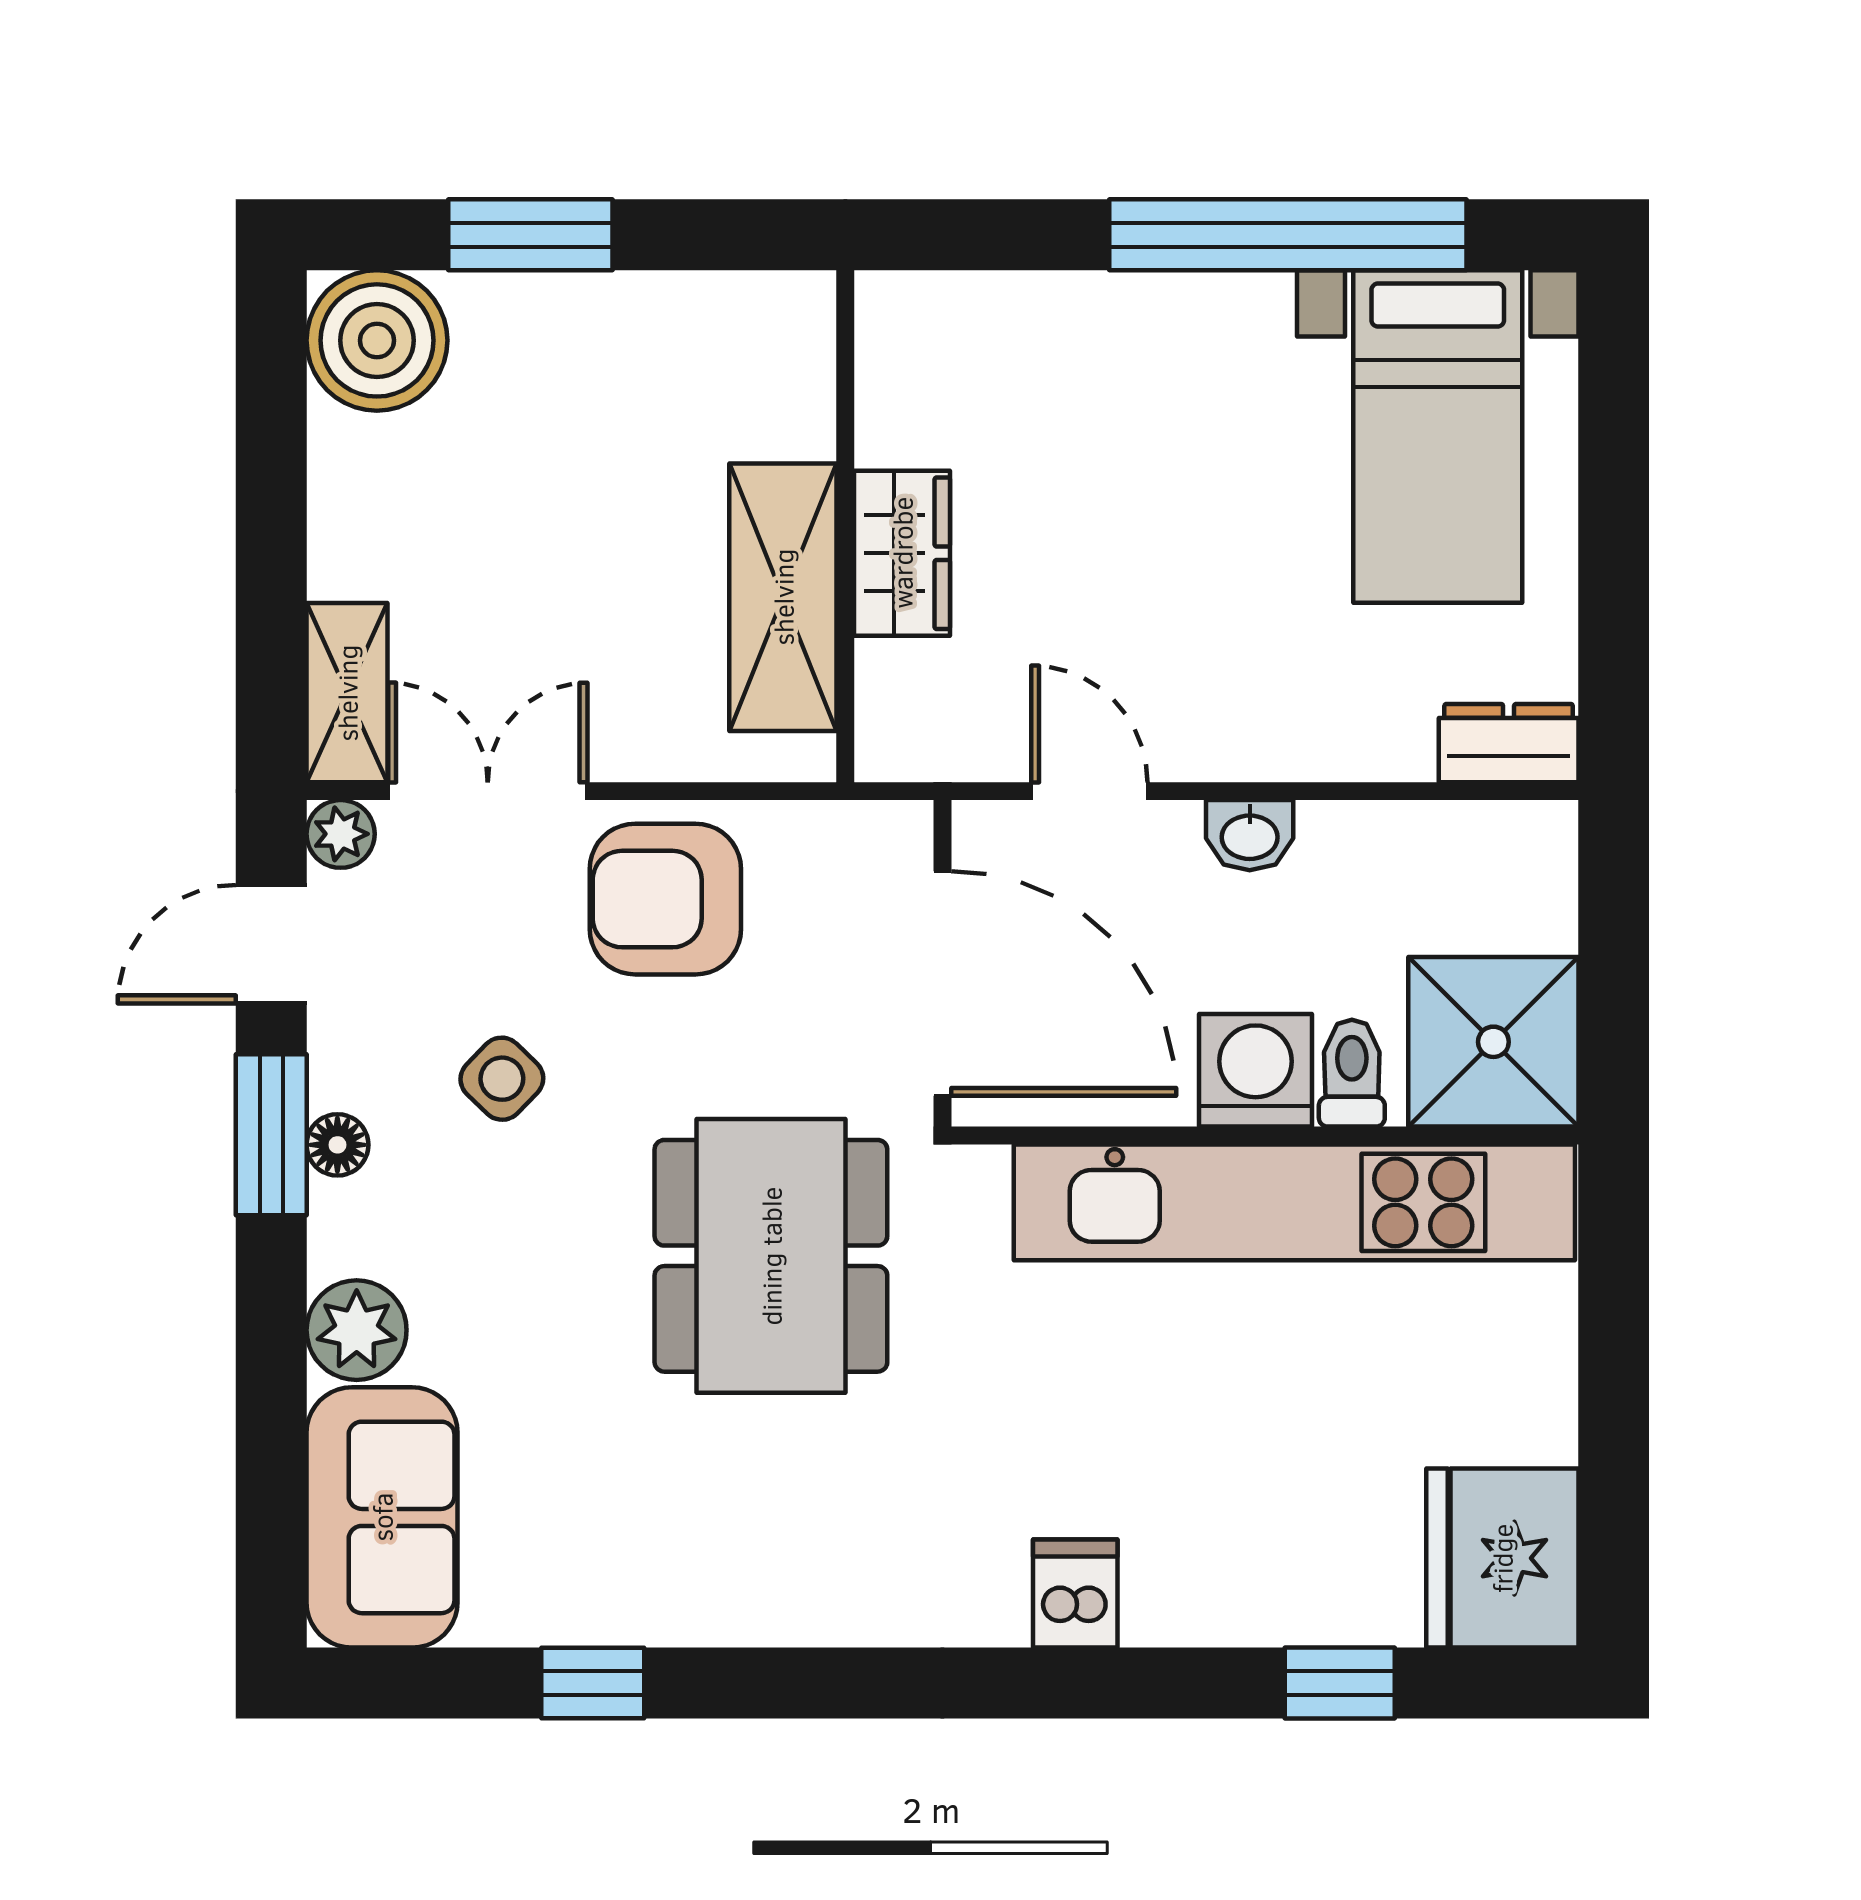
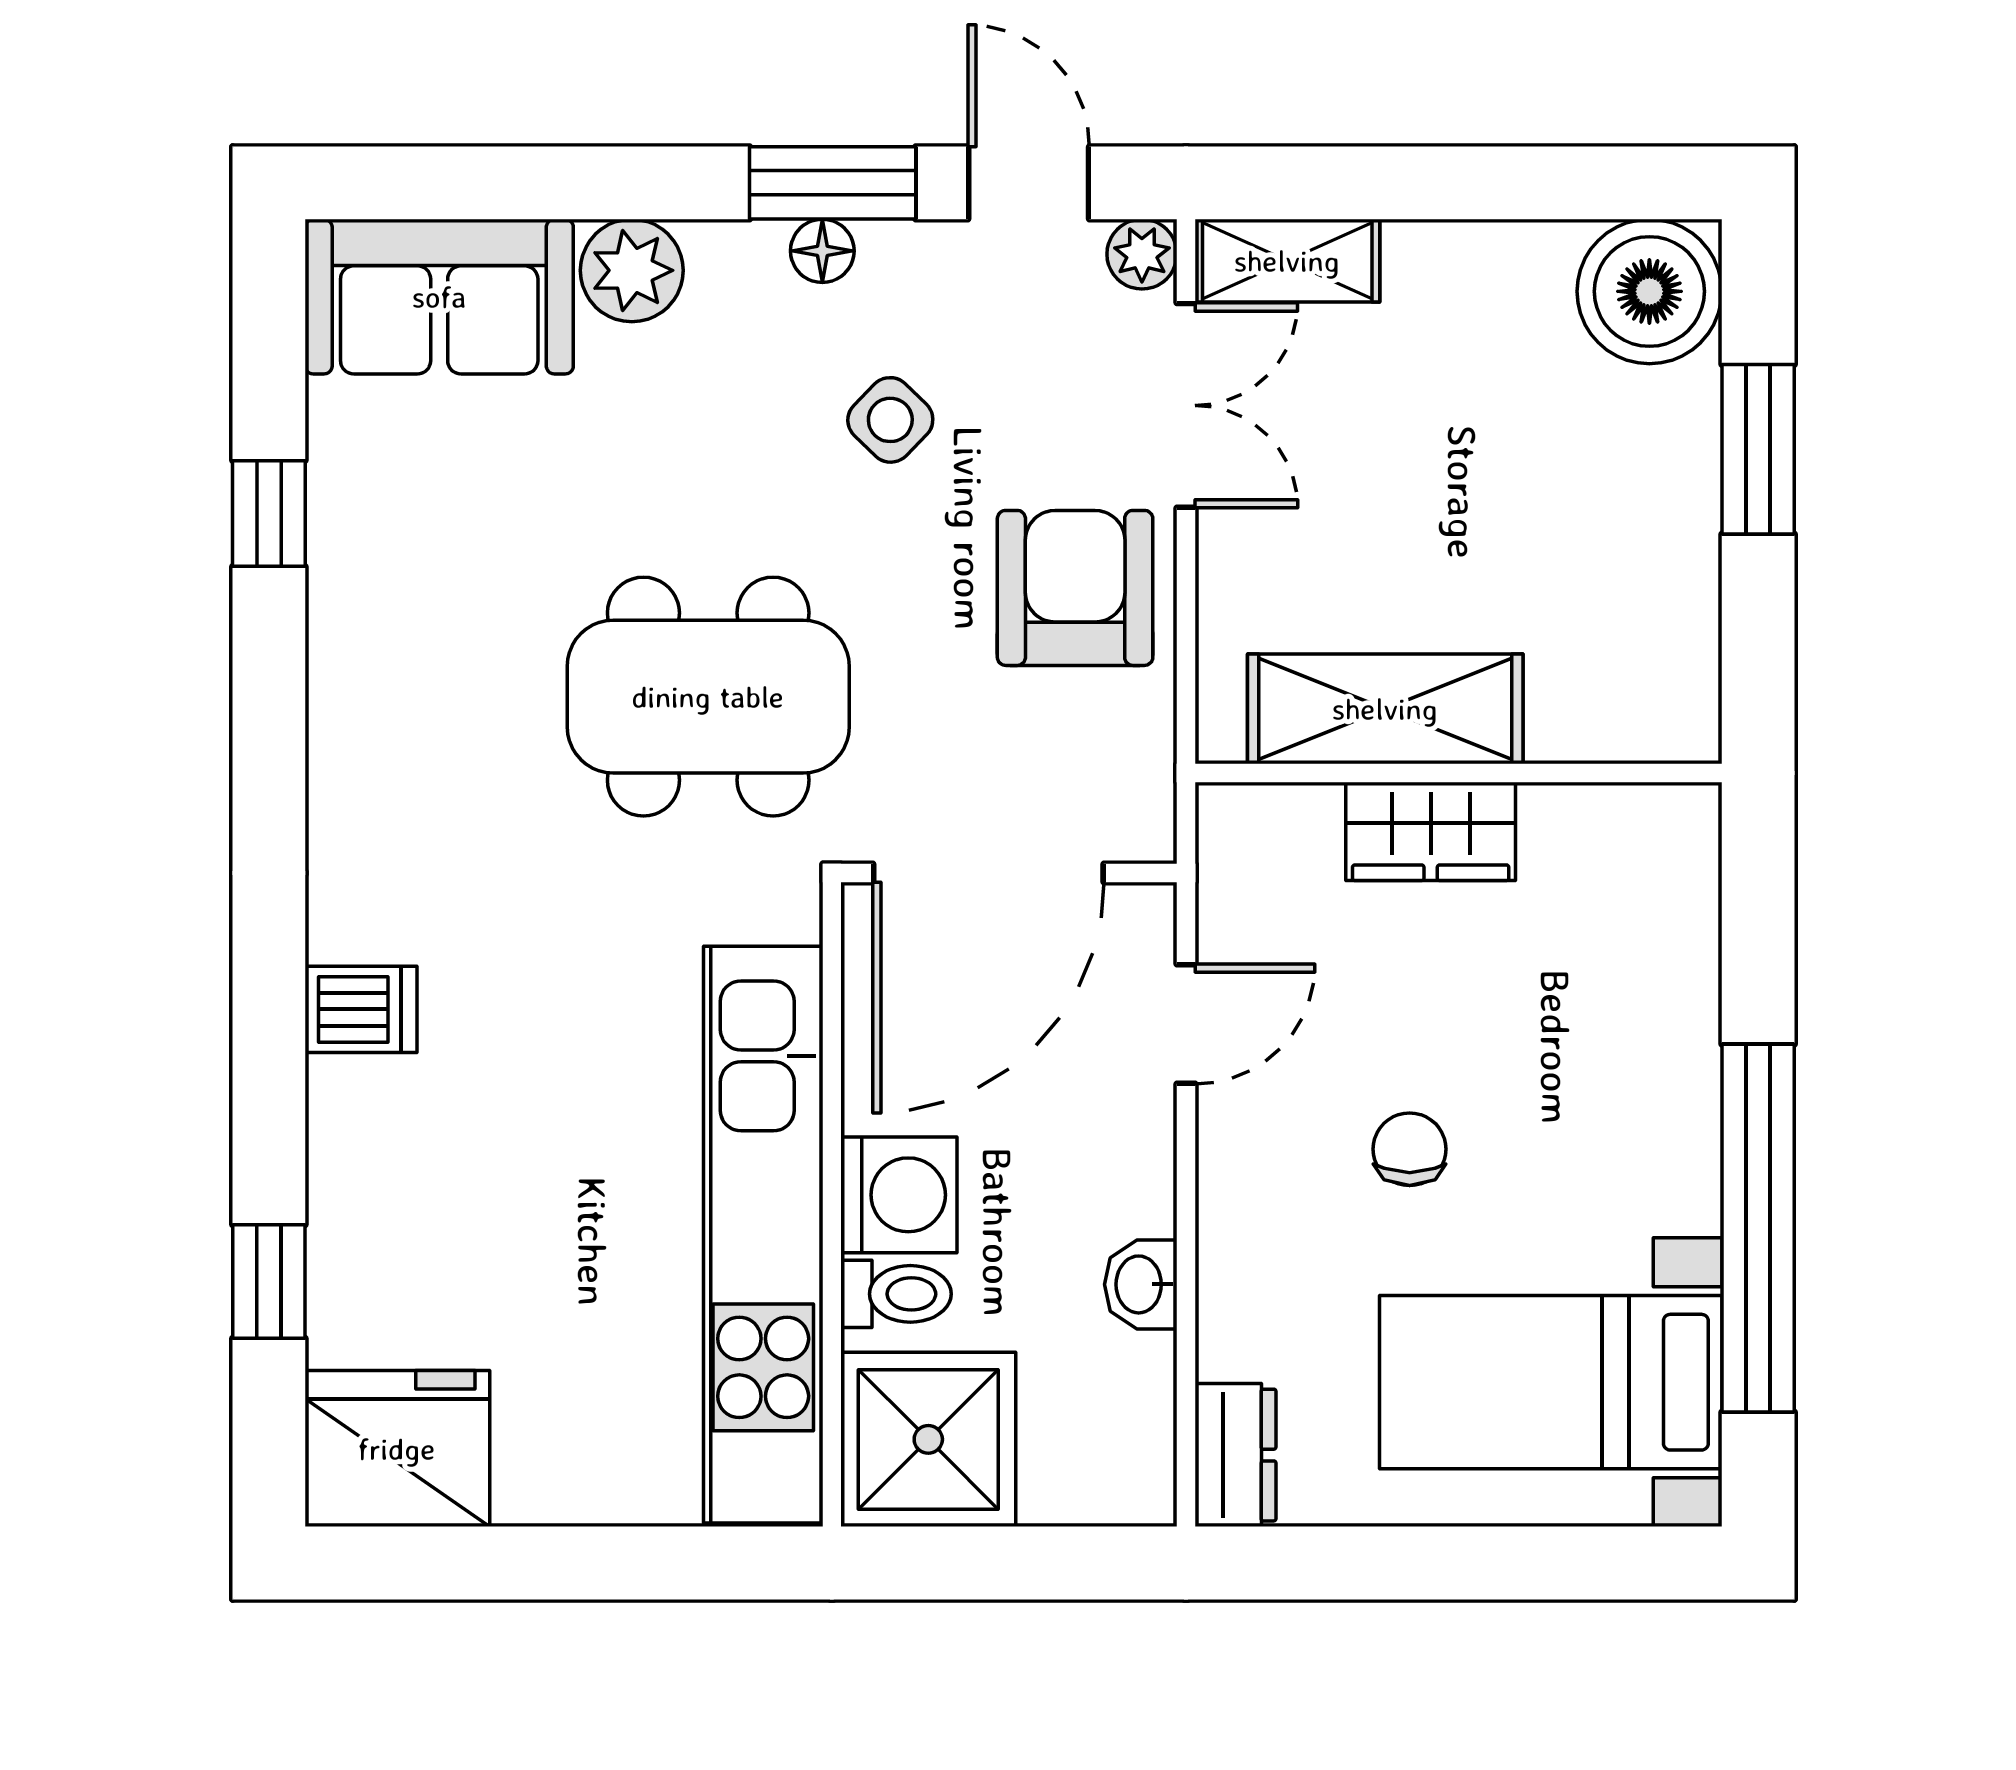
chair: (1211, 574) -> (1410, 1149), added
washbasin: (1250, 835) -> (1141, 1284), moved

